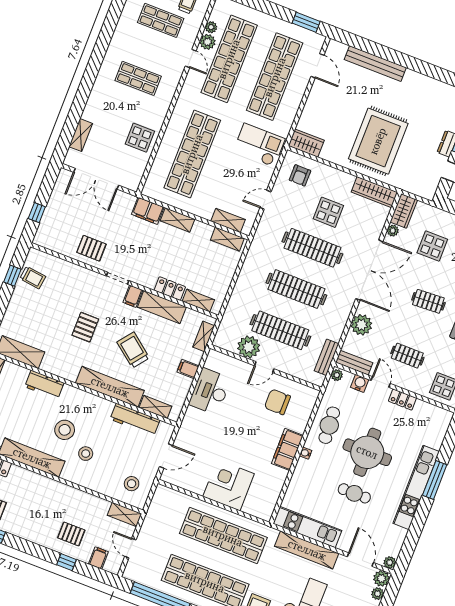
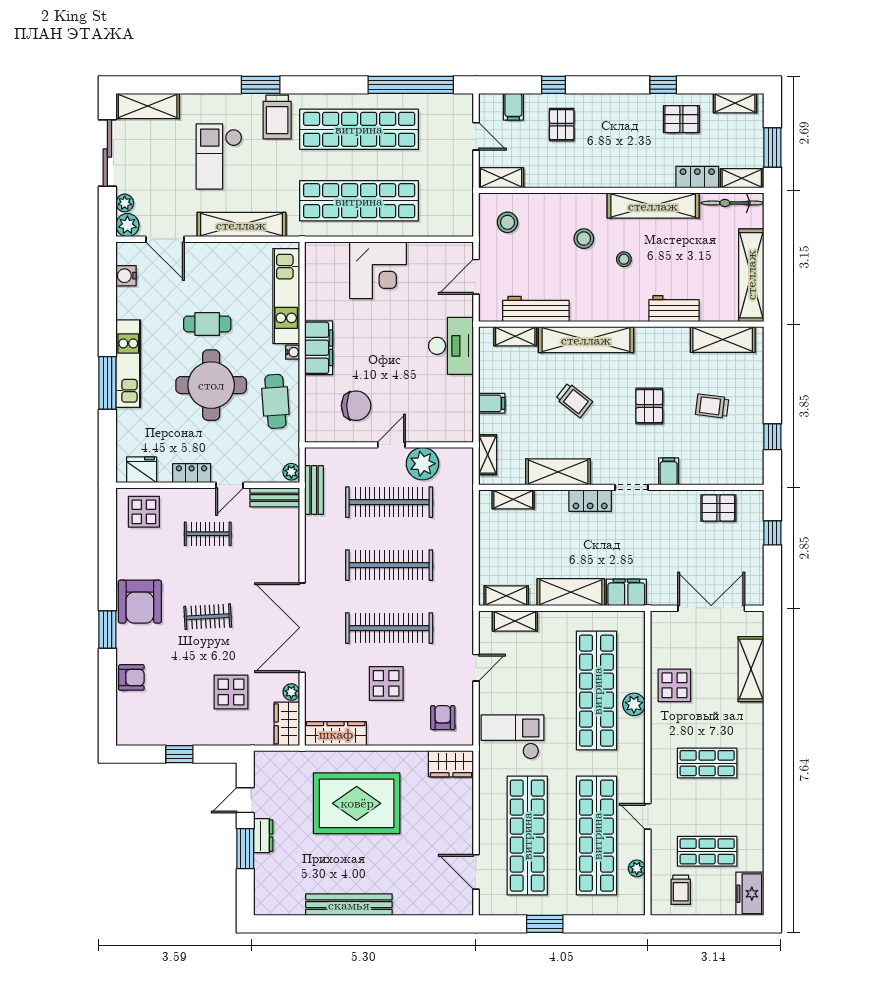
window: (306, 22) -> (545, 924), moved
plant: (207, 42) -> (634, 704), moved
bench: (375, 64) -> (349, 905), moved
shelving: (81, 135) -> (751, 669), width x1.50, depth x1.33
rug: (378, 141) -> (357, 803), turned 90
checkout: (259, 145) -> (513, 737), turned 180
shelving: (178, 220) -> (571, 592), width x1.50, depth x1.33
pallet: (91, 248) -> (718, 508), moved
trolley: (33, 278) -> (712, 406), moved
locker: (170, 289) -> (590, 501), moved
filing cabinet: (133, 296) -> (669, 471), moved
plant: (361, 325) -> (284, 551), removed
trolley: (133, 350) -> (574, 400), width x0.73, depth x0.72
door: (381, 382) -> (230, 485), hinge flipped
water cooler: (360, 383) -> (126, 276), moved, turned 90
desk: (210, 391) -> (451, 346), moved
fridge: (434, 414) -> (142, 470), added
stool: (65, 430) -> (624, 259), width x0.53, depth x0.53
kitchen unit: (416, 487) -> (128, 364), width x0.73
kitchen unit: (307, 527) -> (286, 296), moved, turned 90
pallet: (71, 534) -> (562, 125), turned 90
plant: (390, 563) -> (125, 251), removed

